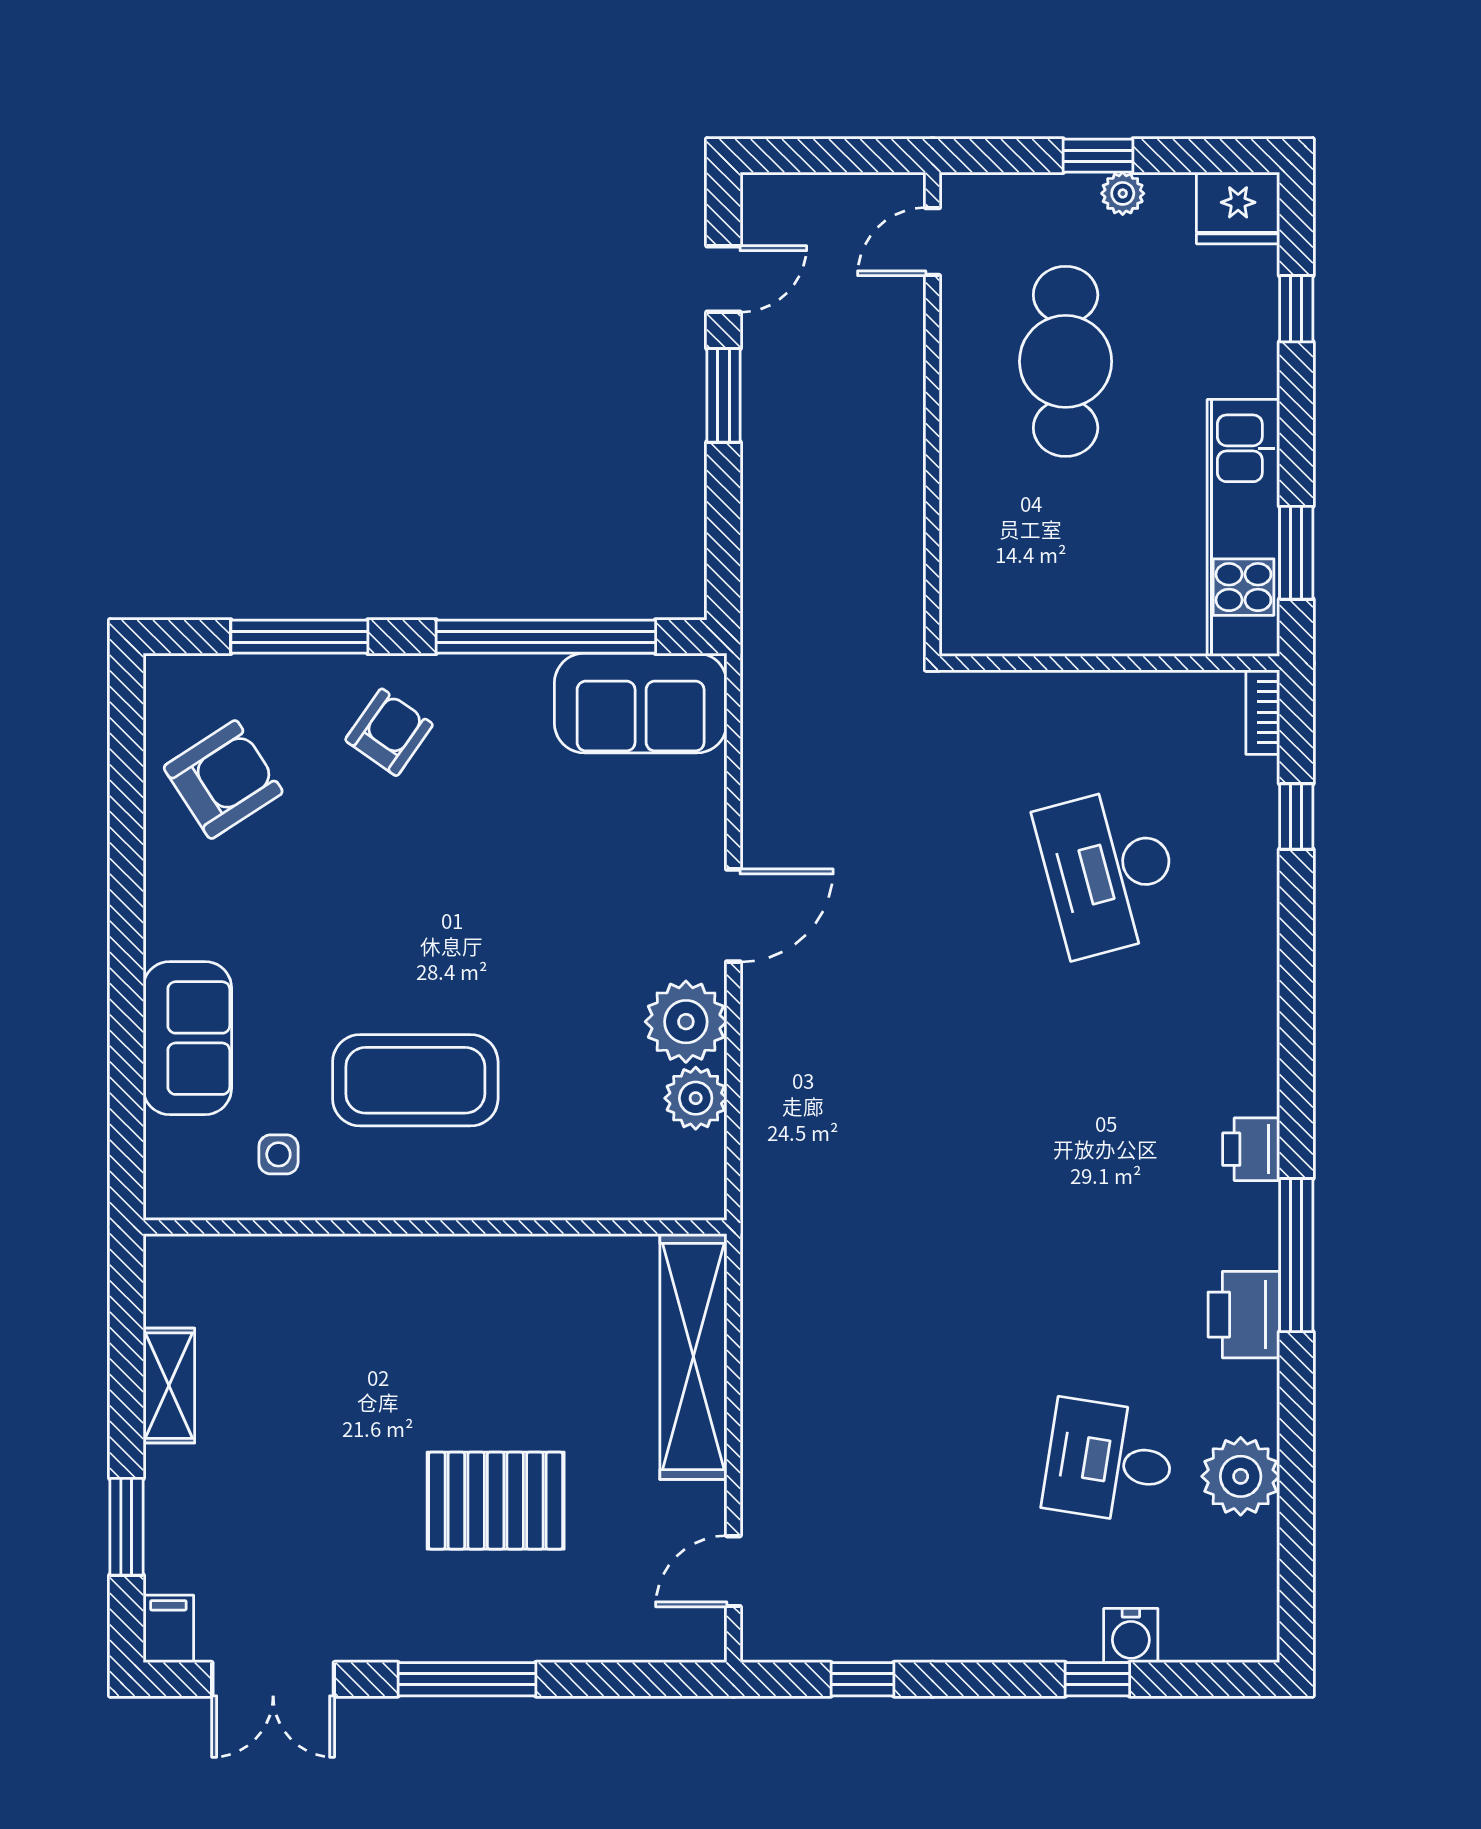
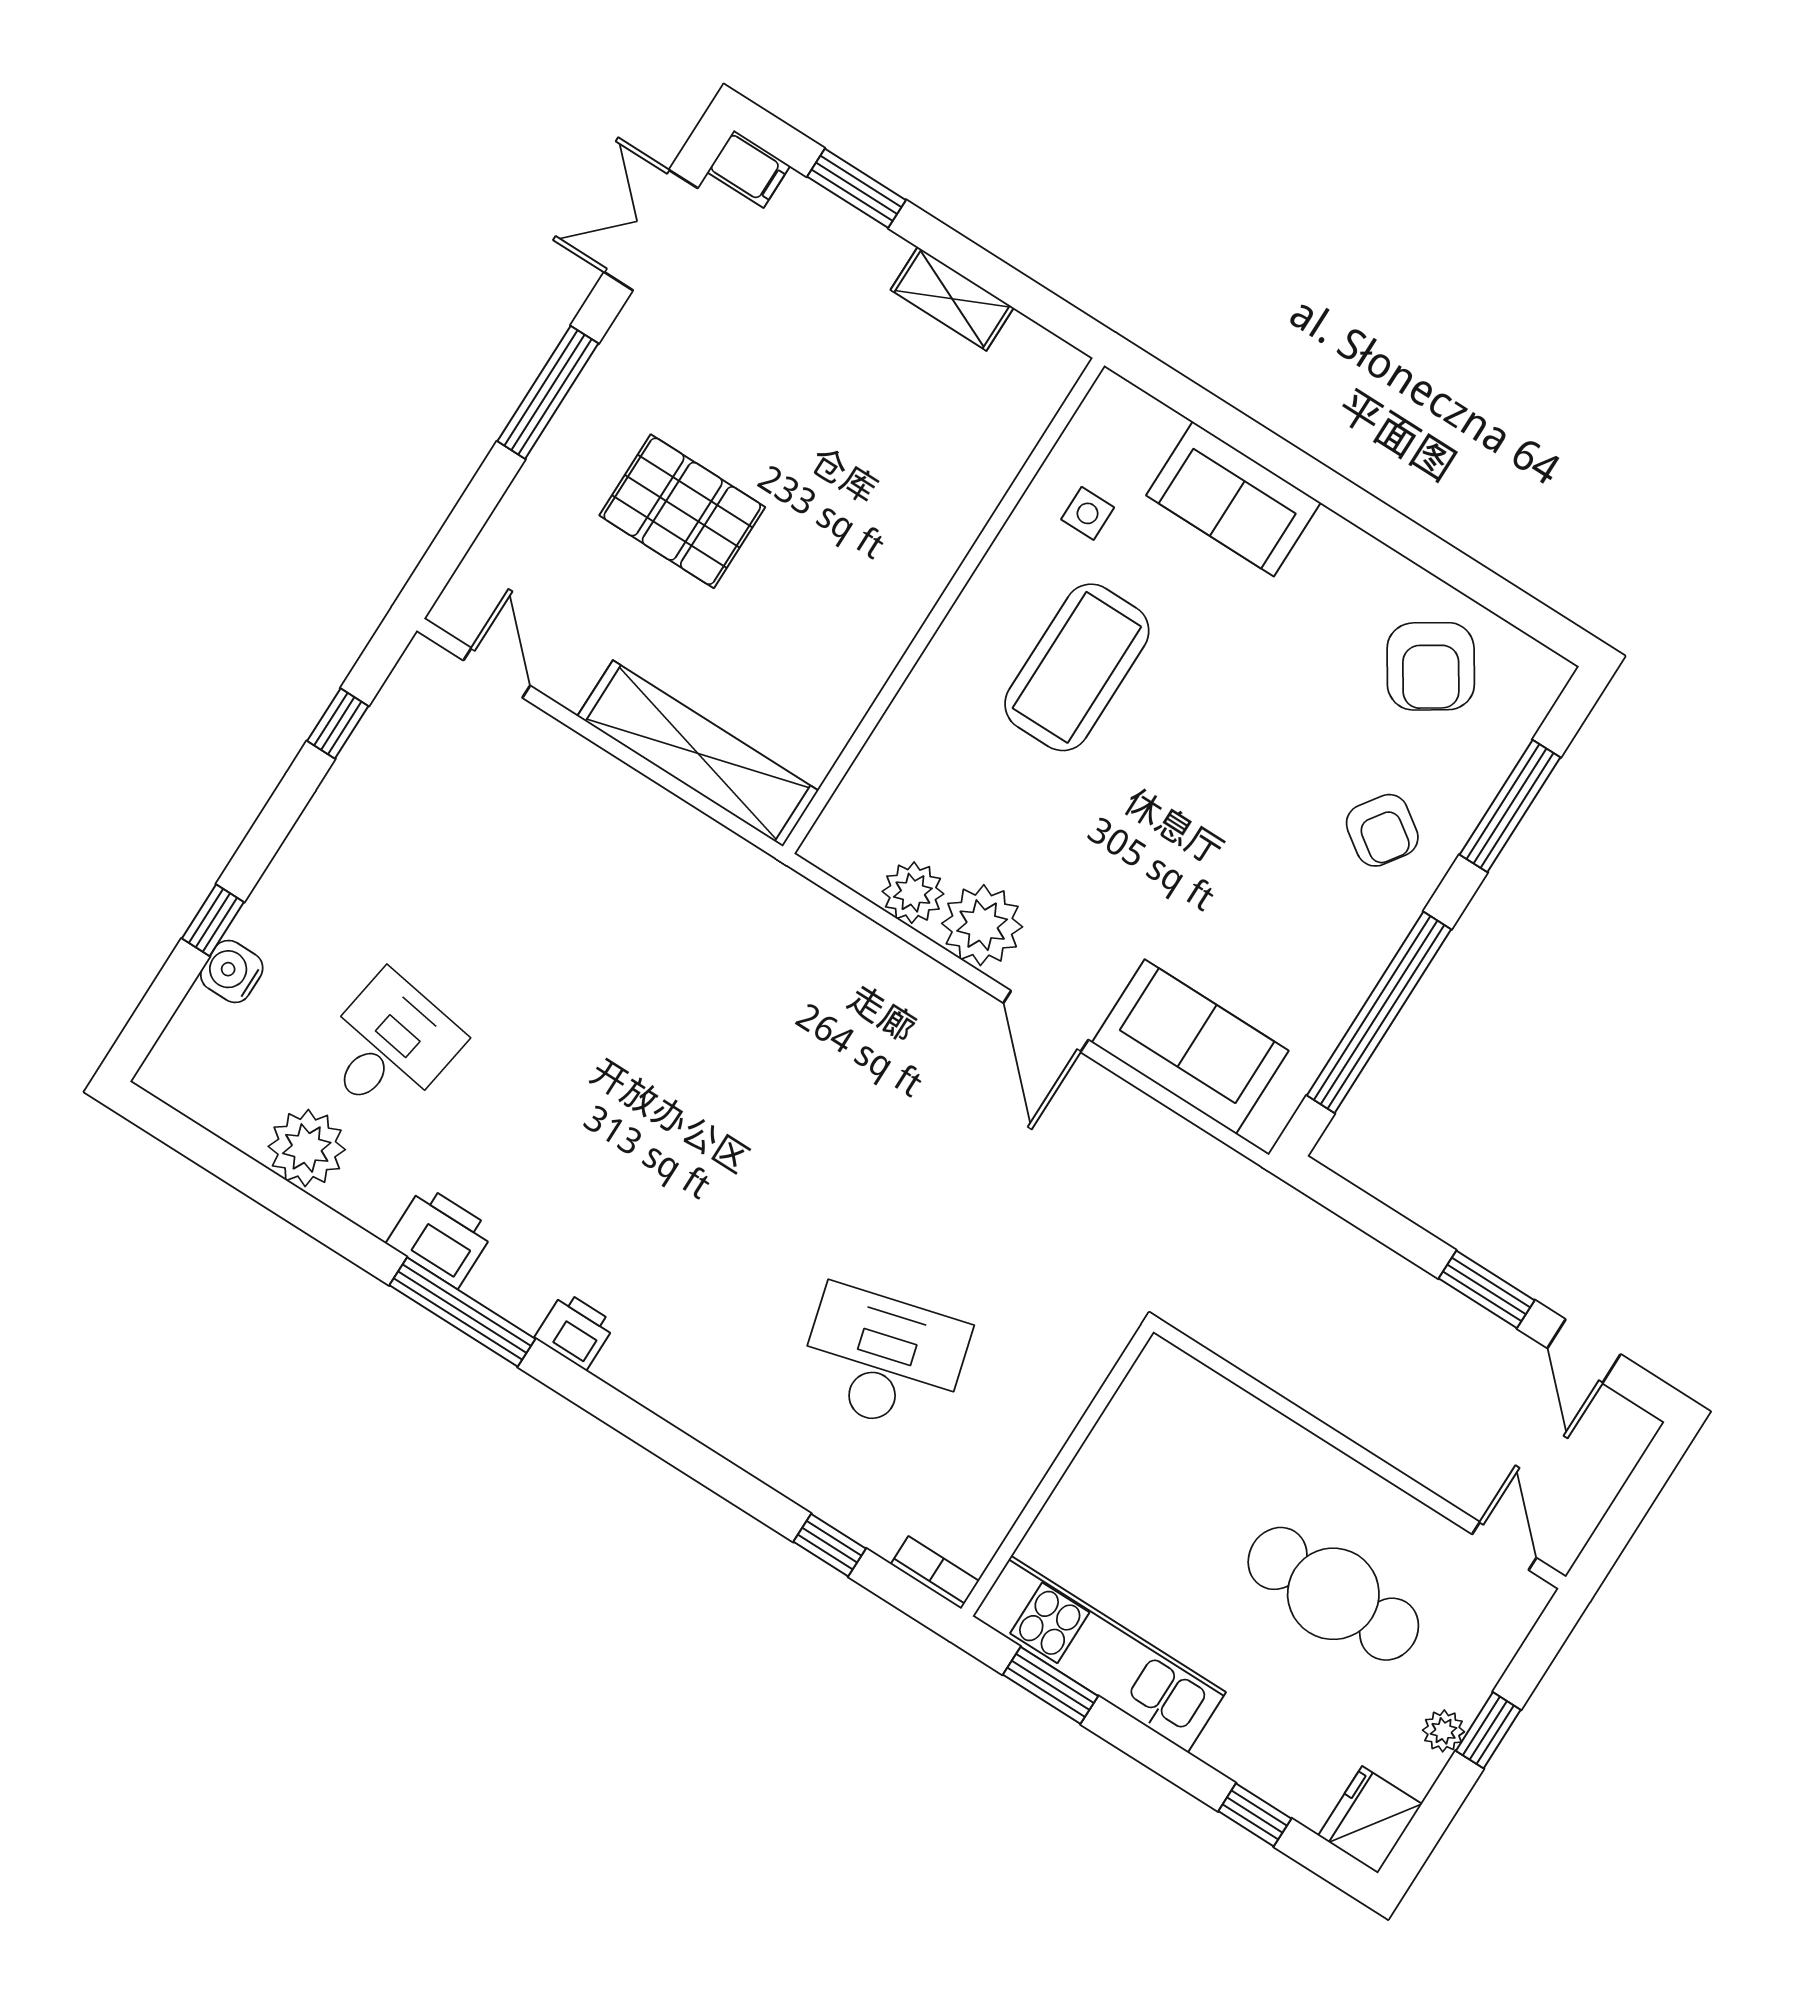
sofa: (641, 703) -> (1190, 1047), moved, turned 90
pallet: (496, 1501) -> (682, 511), turned 90

